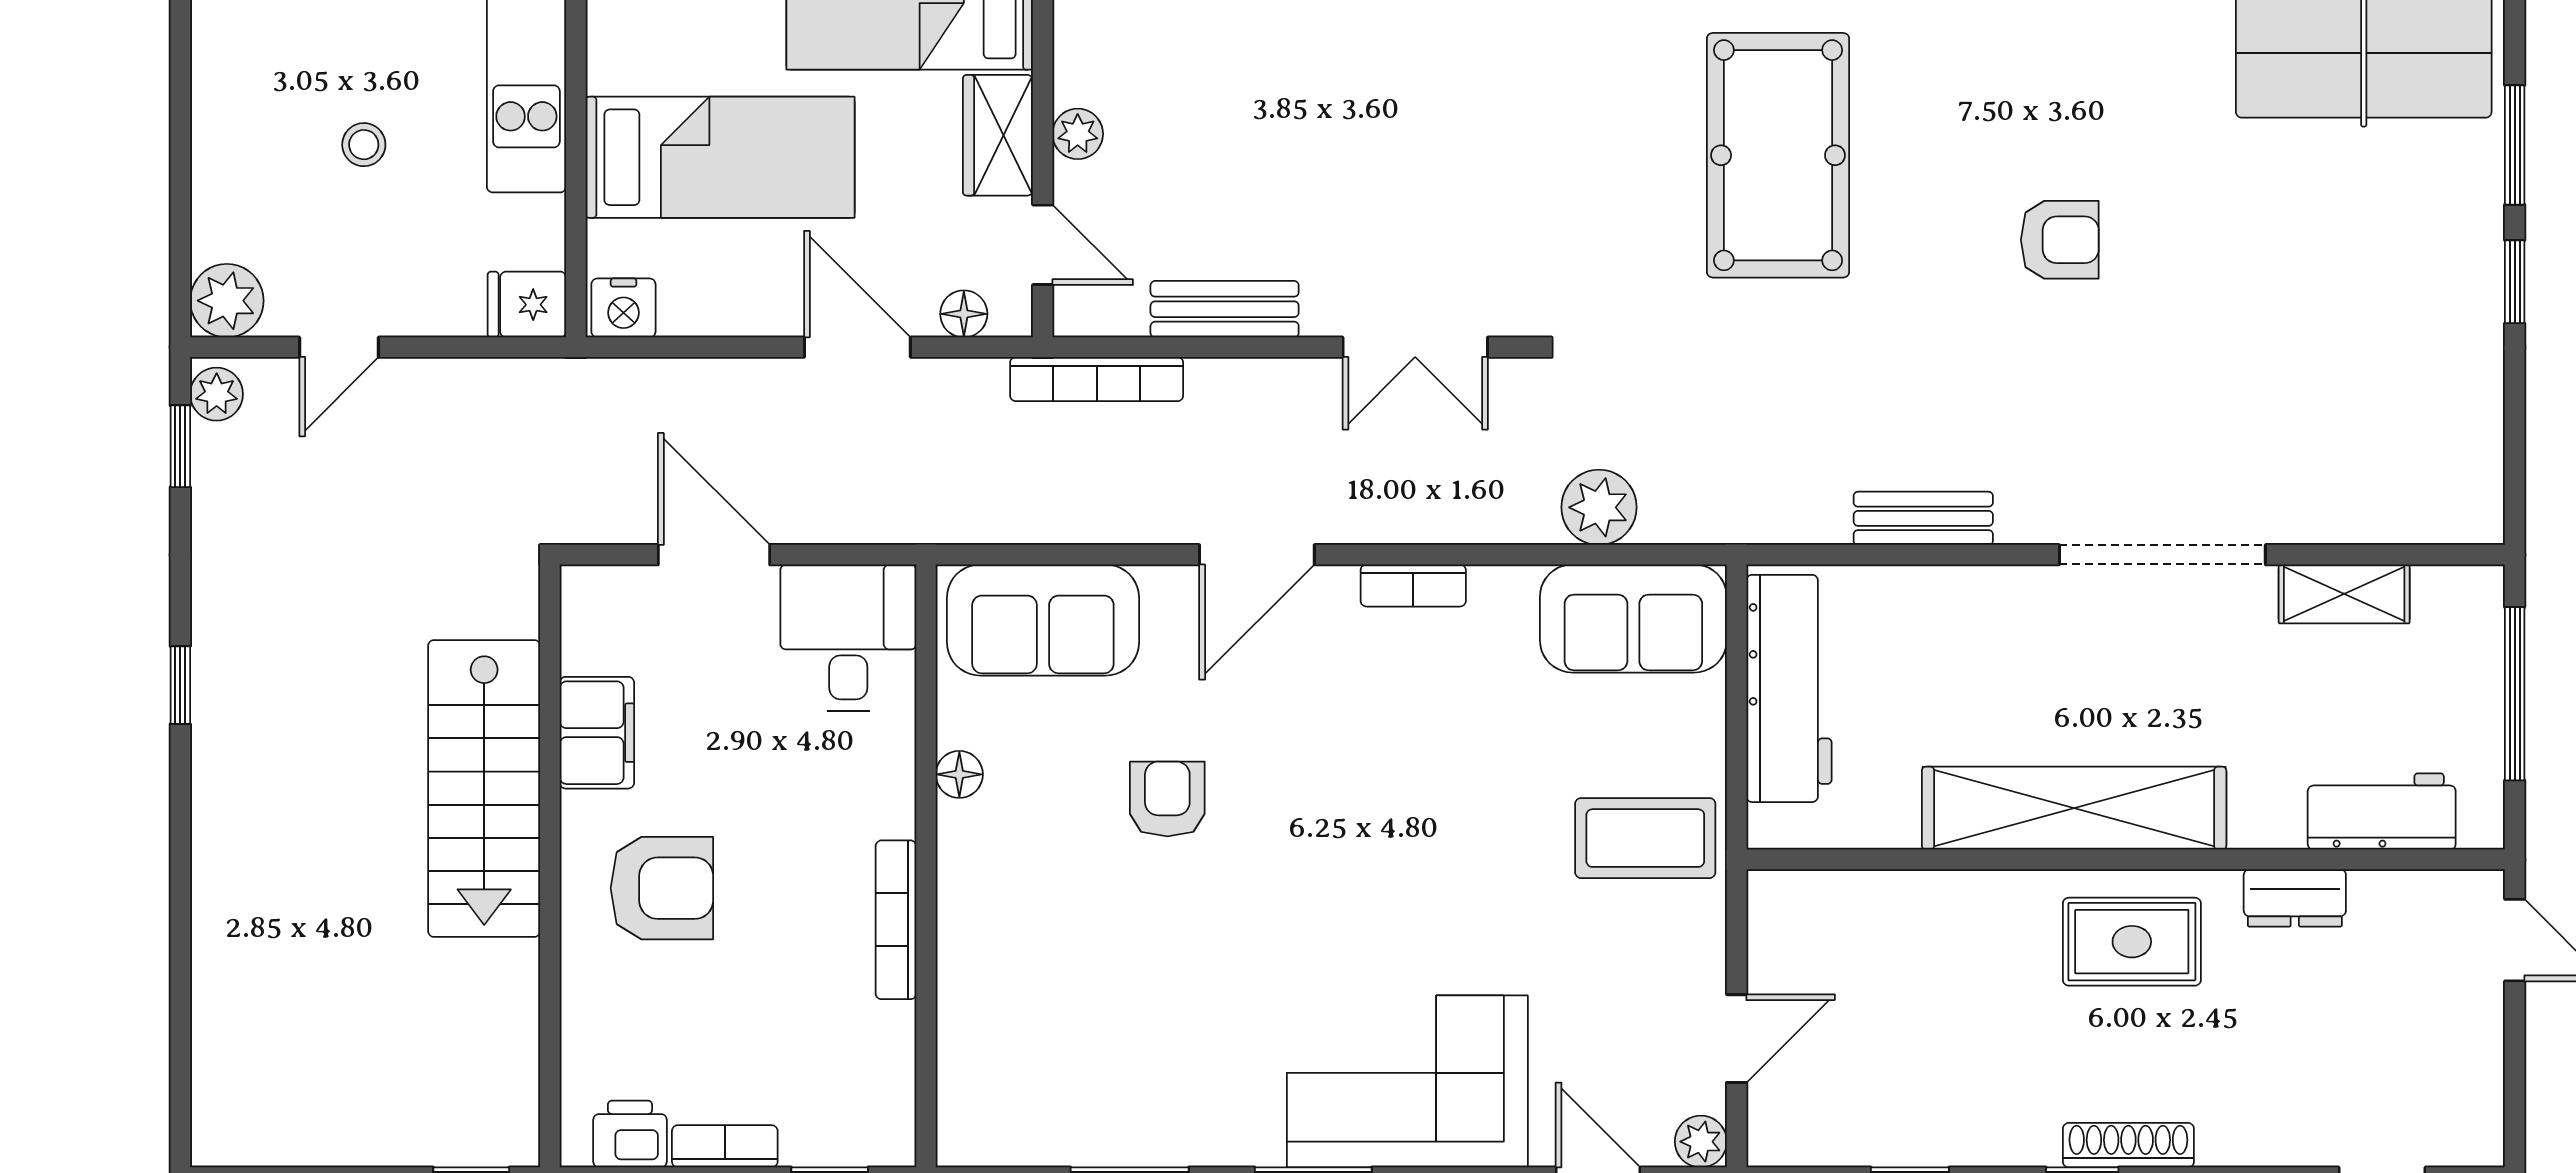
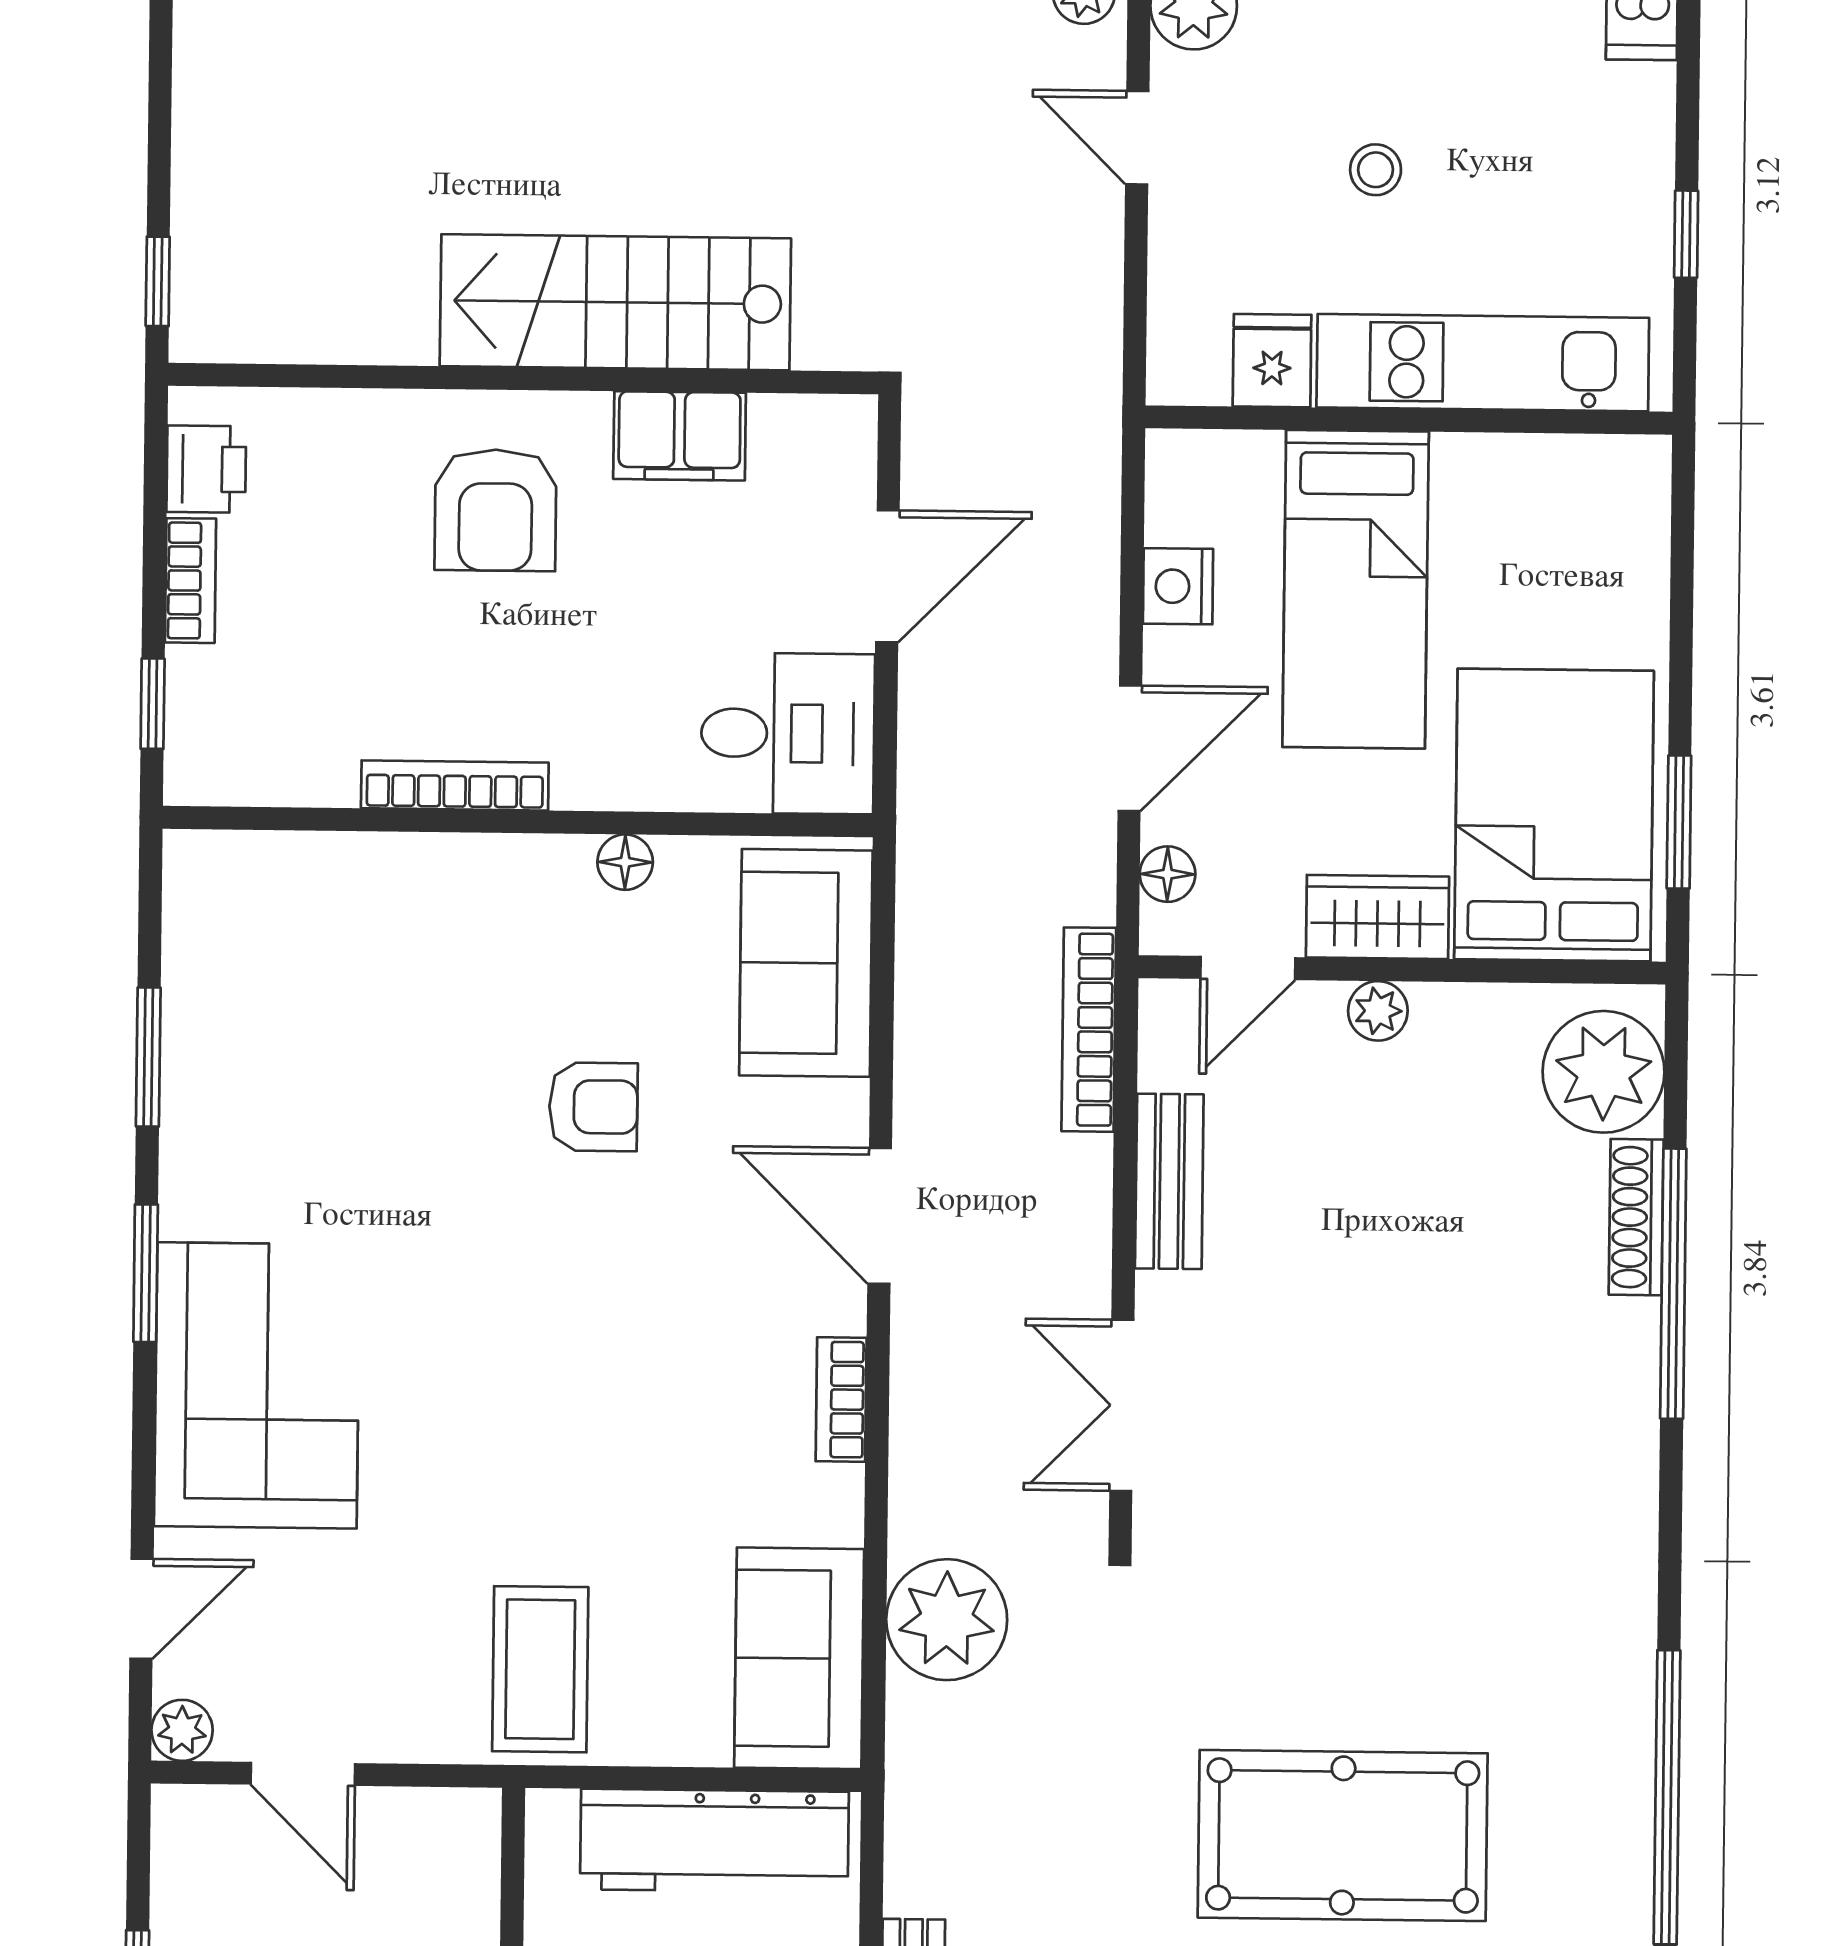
fridge: (527, 305) -> (1272, 361), moved
nightstand: (623, 308) -> (1178, 586), moved
plant: (1599, 507) -> (947, 1620), width x1.36, depth x1.36

